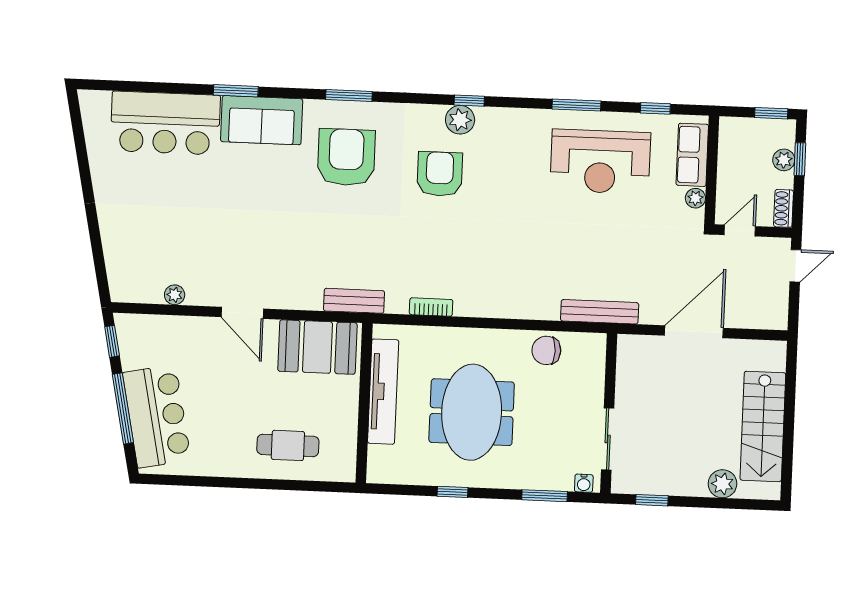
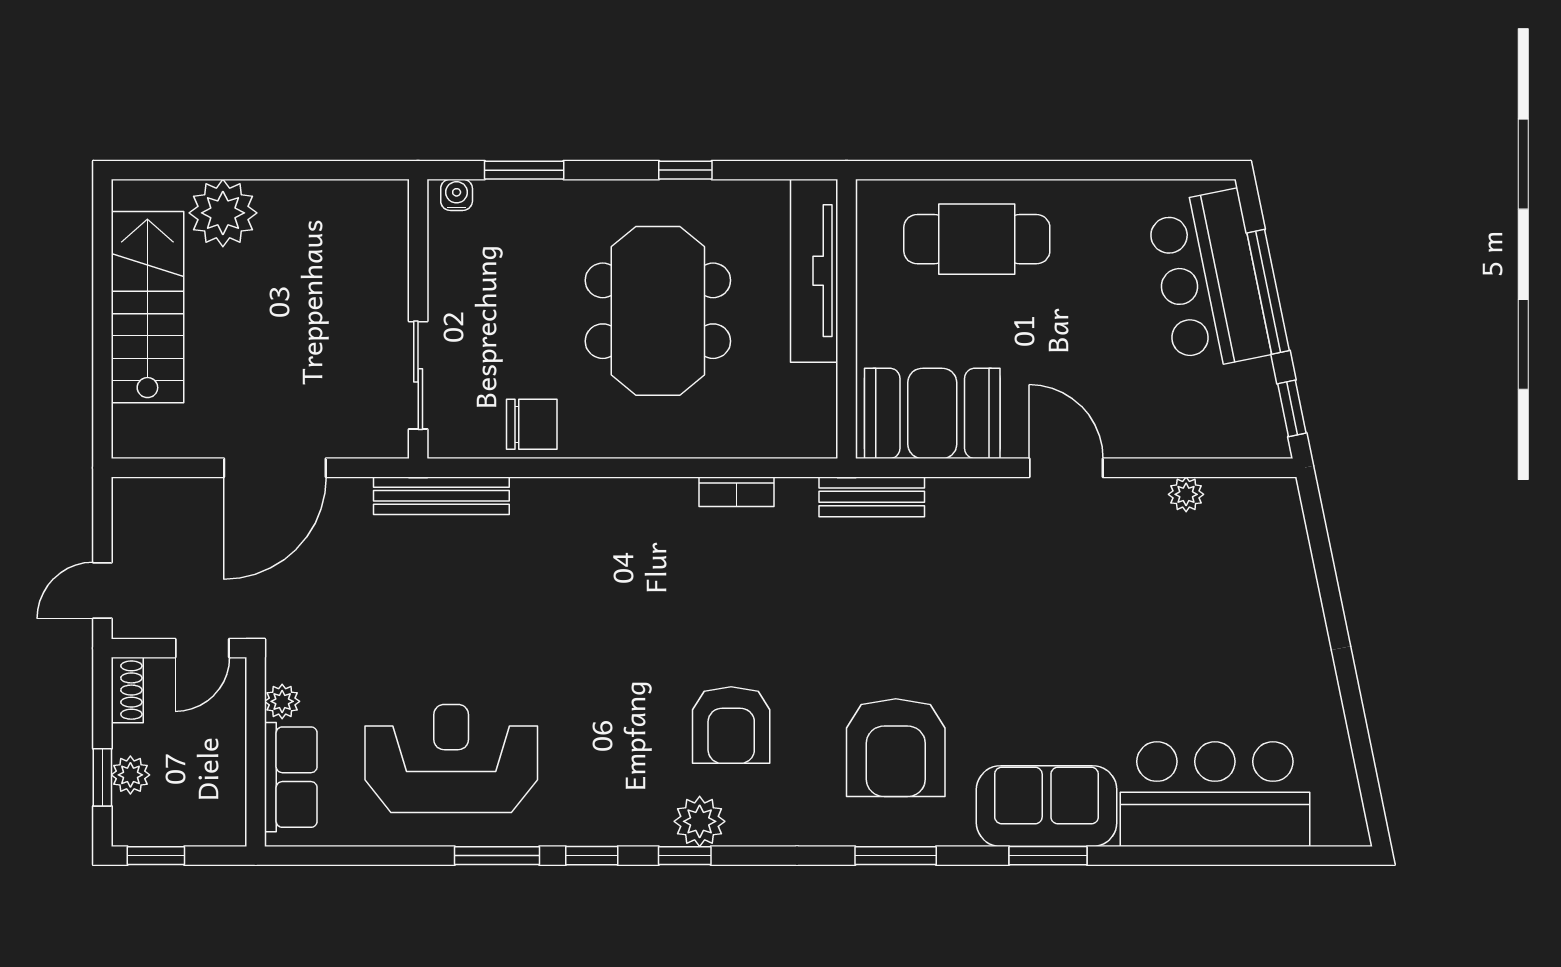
window: (236, 91) -> (1048, 856), moved
window: (655, 108) -> (592, 856), moved
tv unit: (383, 392) -> (814, 271), moved
sliding door: (608, 439) -> (418, 375), moved
cafe table: (288, 445) -> (977, 239), width x1.37, depth x1.35
plant: (722, 484) -> (223, 213), width x1.36, depth x1.36
window: (652, 500) -> (336, 170), removed

